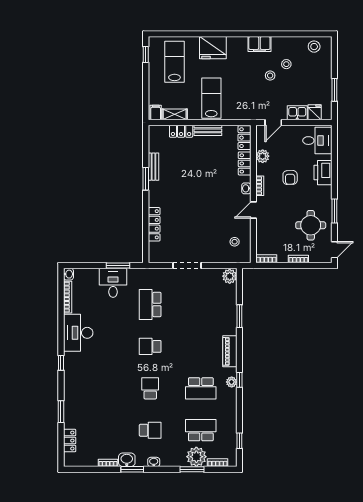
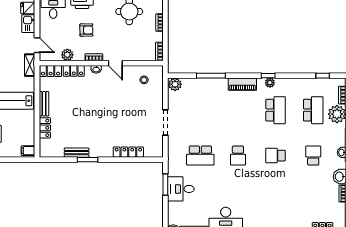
shelving: (175, 114) -> (30, 65), moved
window: (239, 316) -> (211, 76), width x1.44
school desk: (201, 430) -> (313, 110), turned 180

